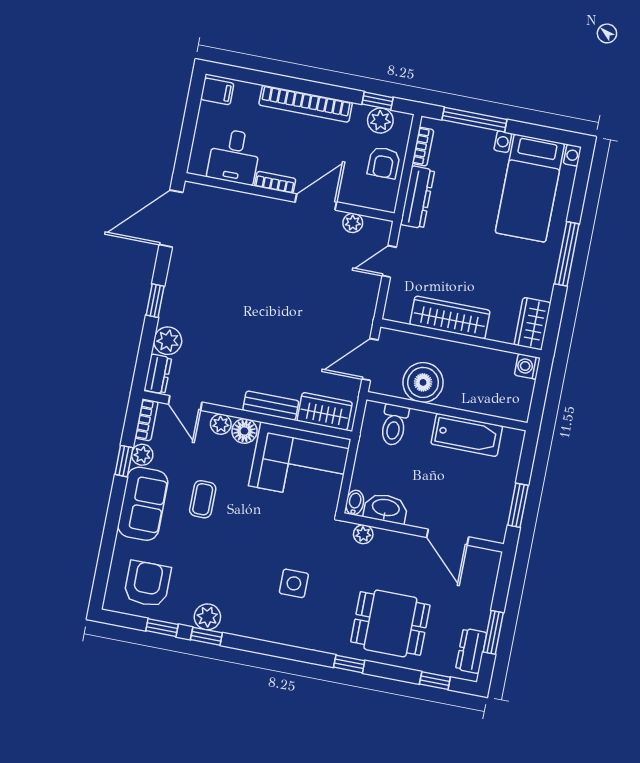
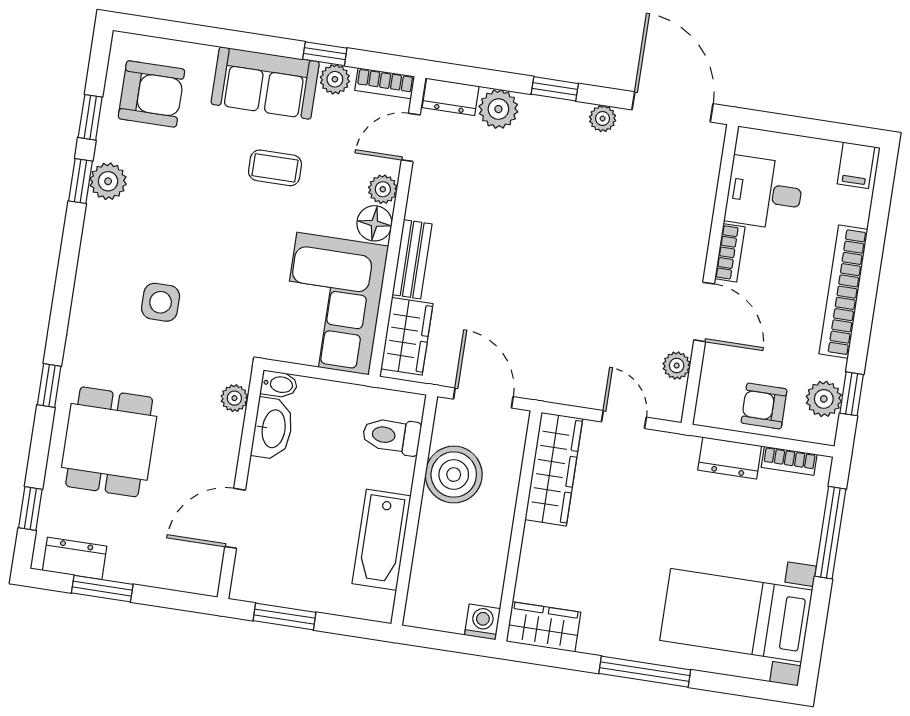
dresser: (417, 197) -> (730, 458), width x0.70
plant: (177, 268) -> (603, 119), added
wardrobe: (450, 317) -> (554, 469), moved

